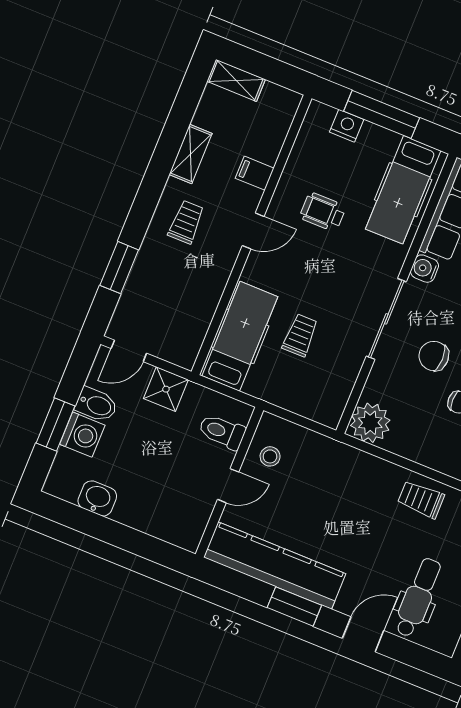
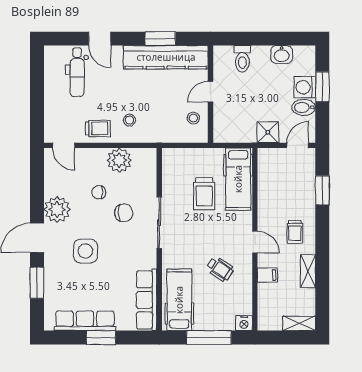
nightstand: (347, 126) -> (244, 323), moved
wheelchair: (323, 212) -> (220, 269), turned 33
door: (253, 231) -> (255, 242), swing flipped
water cooler: (424, 269) -> (149, 260), removed
trolley: (300, 335) -> (204, 194), width x1.36, depth x1.39
plant: (370, 423) -> (119, 160), moved
toilet: (222, 432) -> (242, 59), moved, turned 90
stool: (368, 493) -> (130, 120), added
window: (294, 606) -> (160, 39), moved
door: (363, 634) -> (100, 39), hinge flipped

